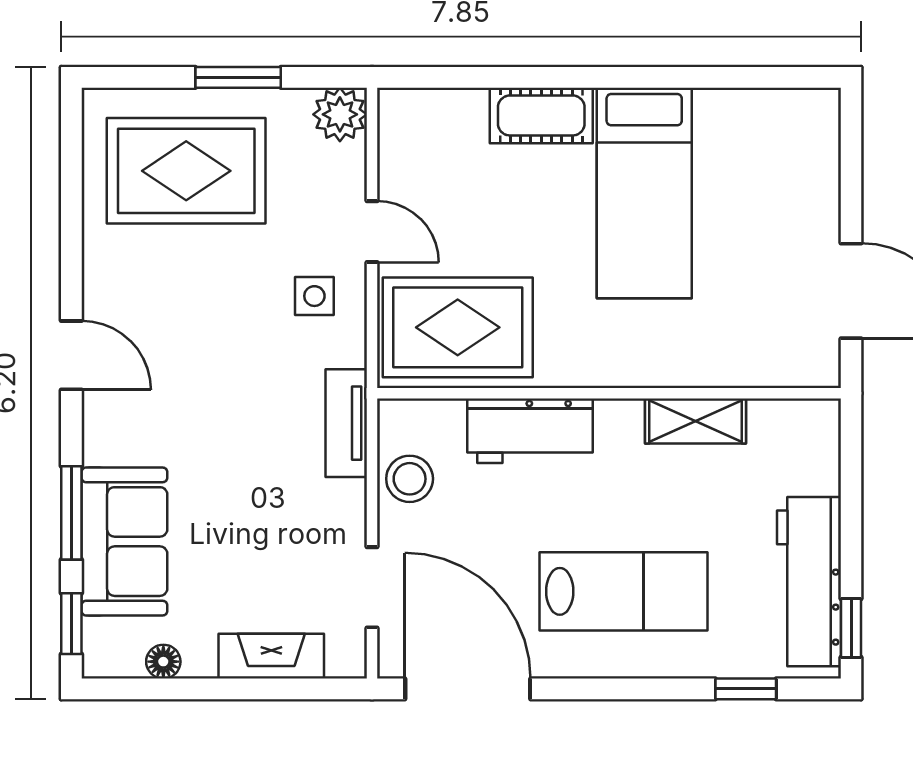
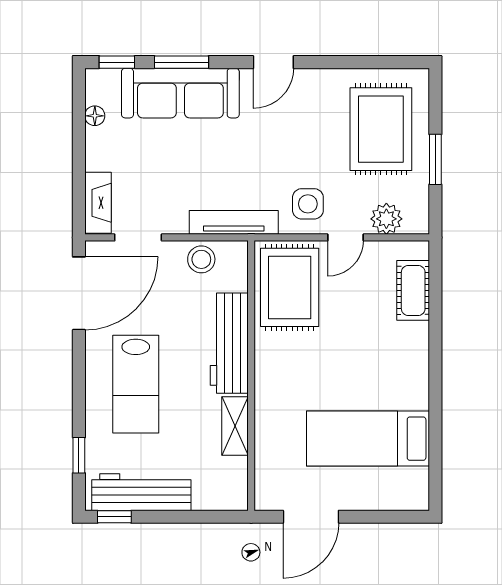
plant: (340, 114) -> (386, 219), moved
cot: (541, 115) -> (413, 290), moved
bed: (644, 193) -> (368, 439), moved
side table: (314, 296) -> (308, 204), width x1.37, depth x1.37
tv unit: (346, 423) -> (234, 222), width x1.41
workbench: (530, 431) -> (229, 343), width x1.37
sofa: (124, 542) -> (180, 93), width x1.36
fireplace: (271, 656) -> (98, 203), moved

